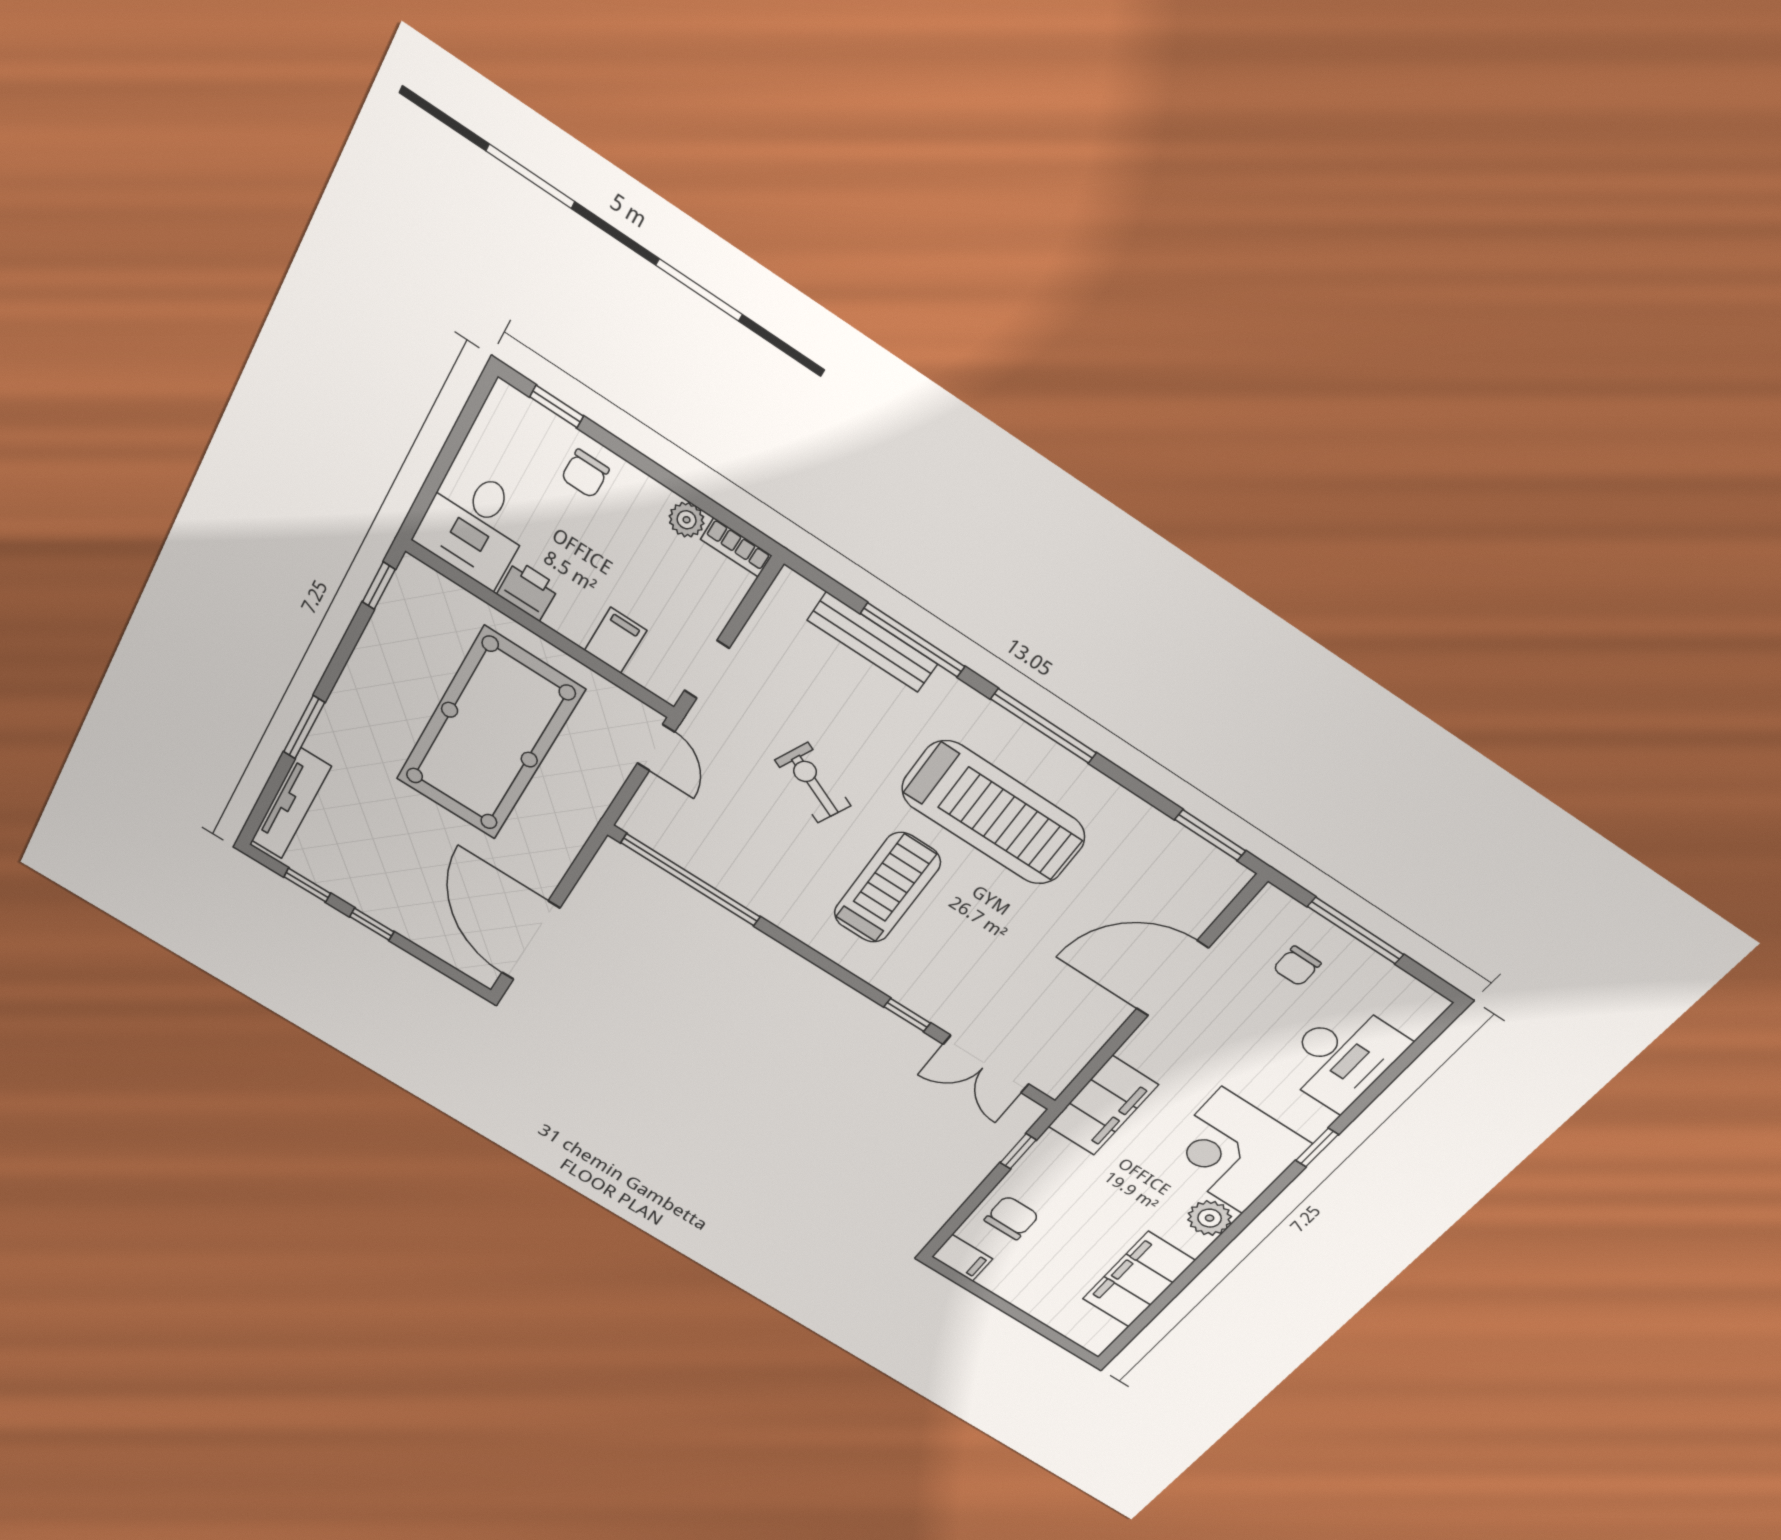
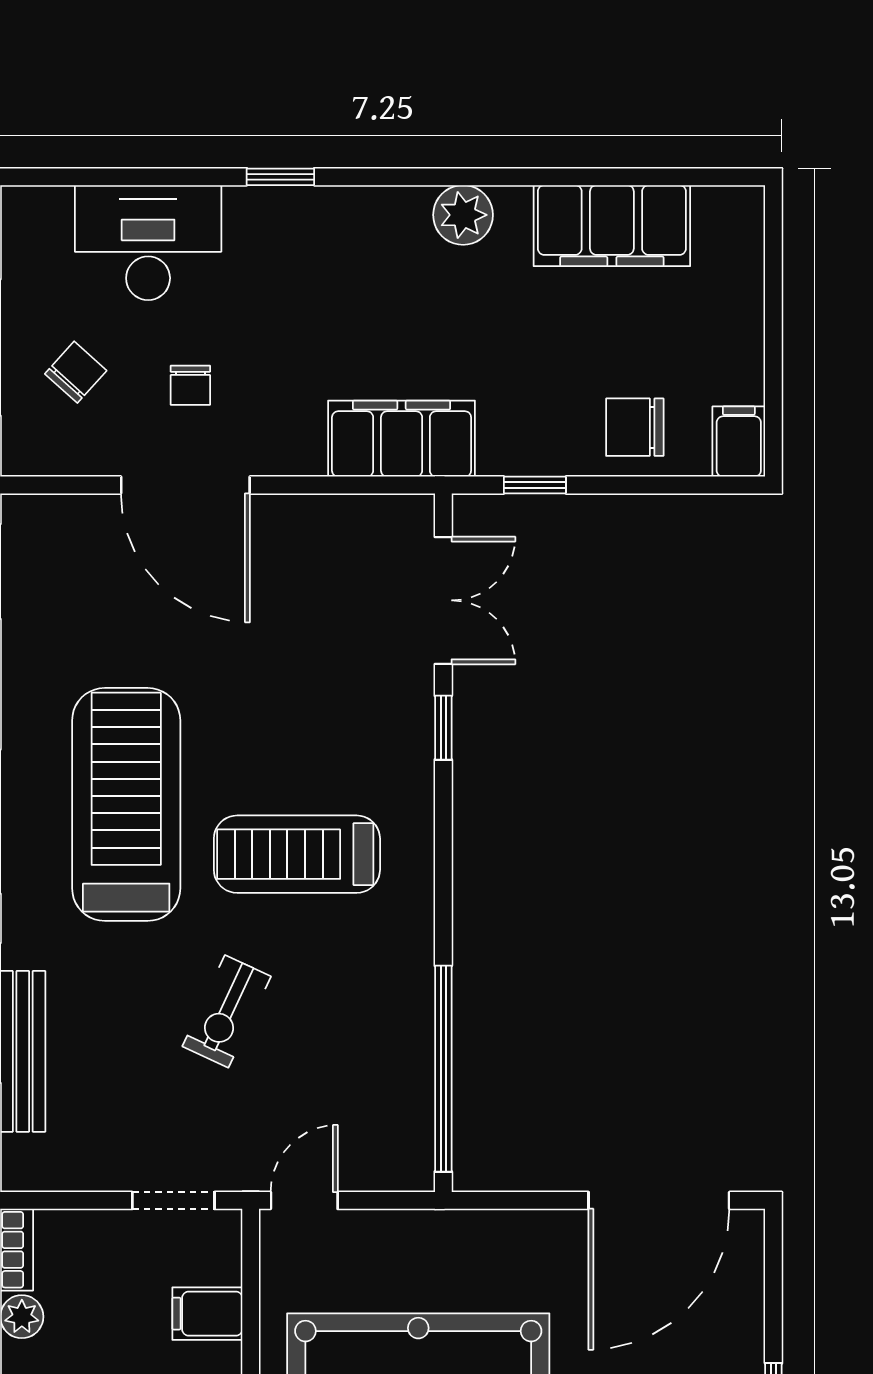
chair: (1297, 966) -> (76, 372), turned -48
chair: (1233, 1021) -> (190, 385), added
corner desk: (1232, 1151) -> (354, 260), removed

